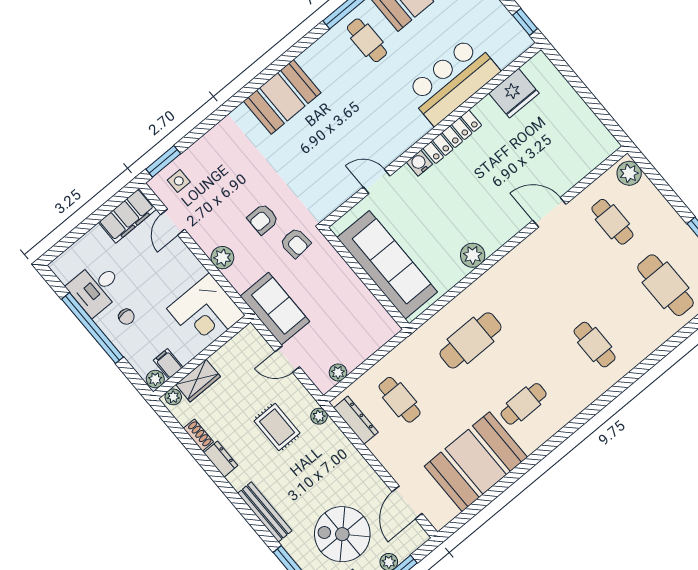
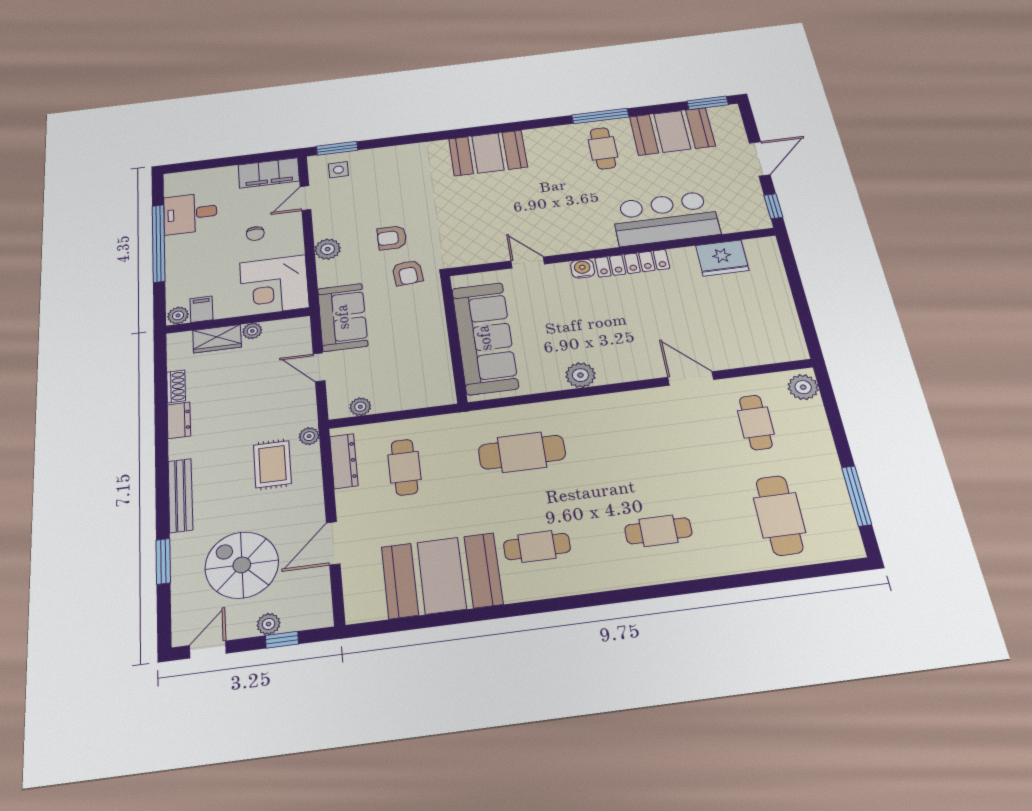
chair: (126, 317) -> (255, 234), moved
cafe table: (595, 345) -> (658, 531), turned 90
plant: (173, 397) -> (252, 331), moved
rug: (277, 427) -> (272, 464), moved
door: (407, 503) -> (333, 543), moved

